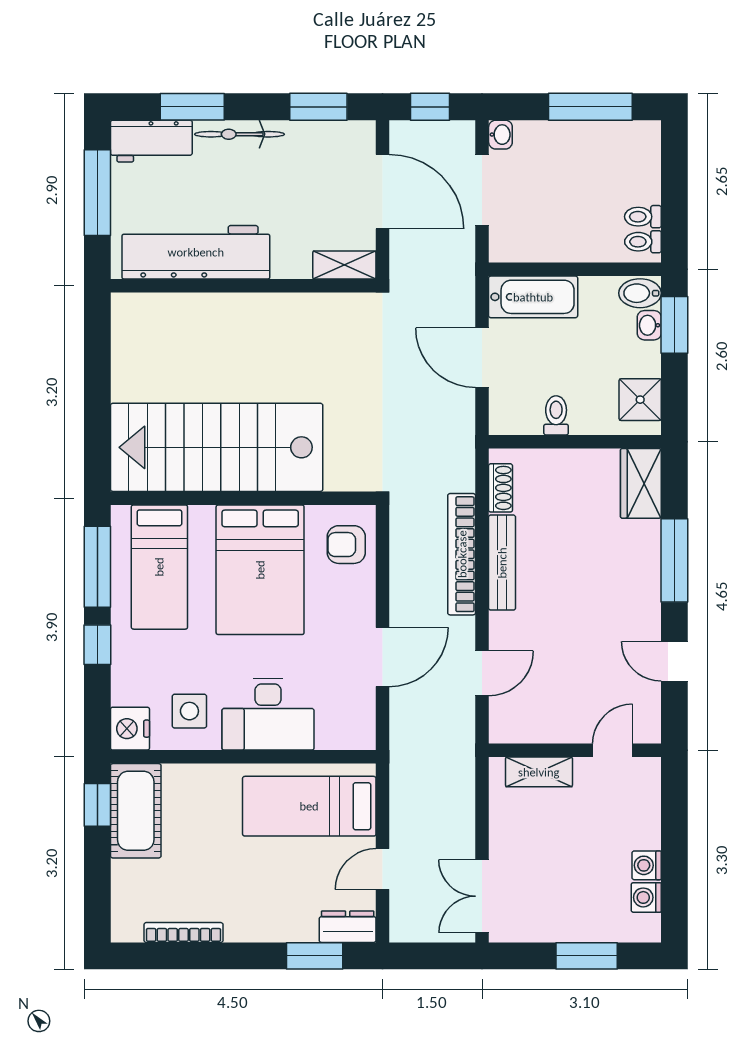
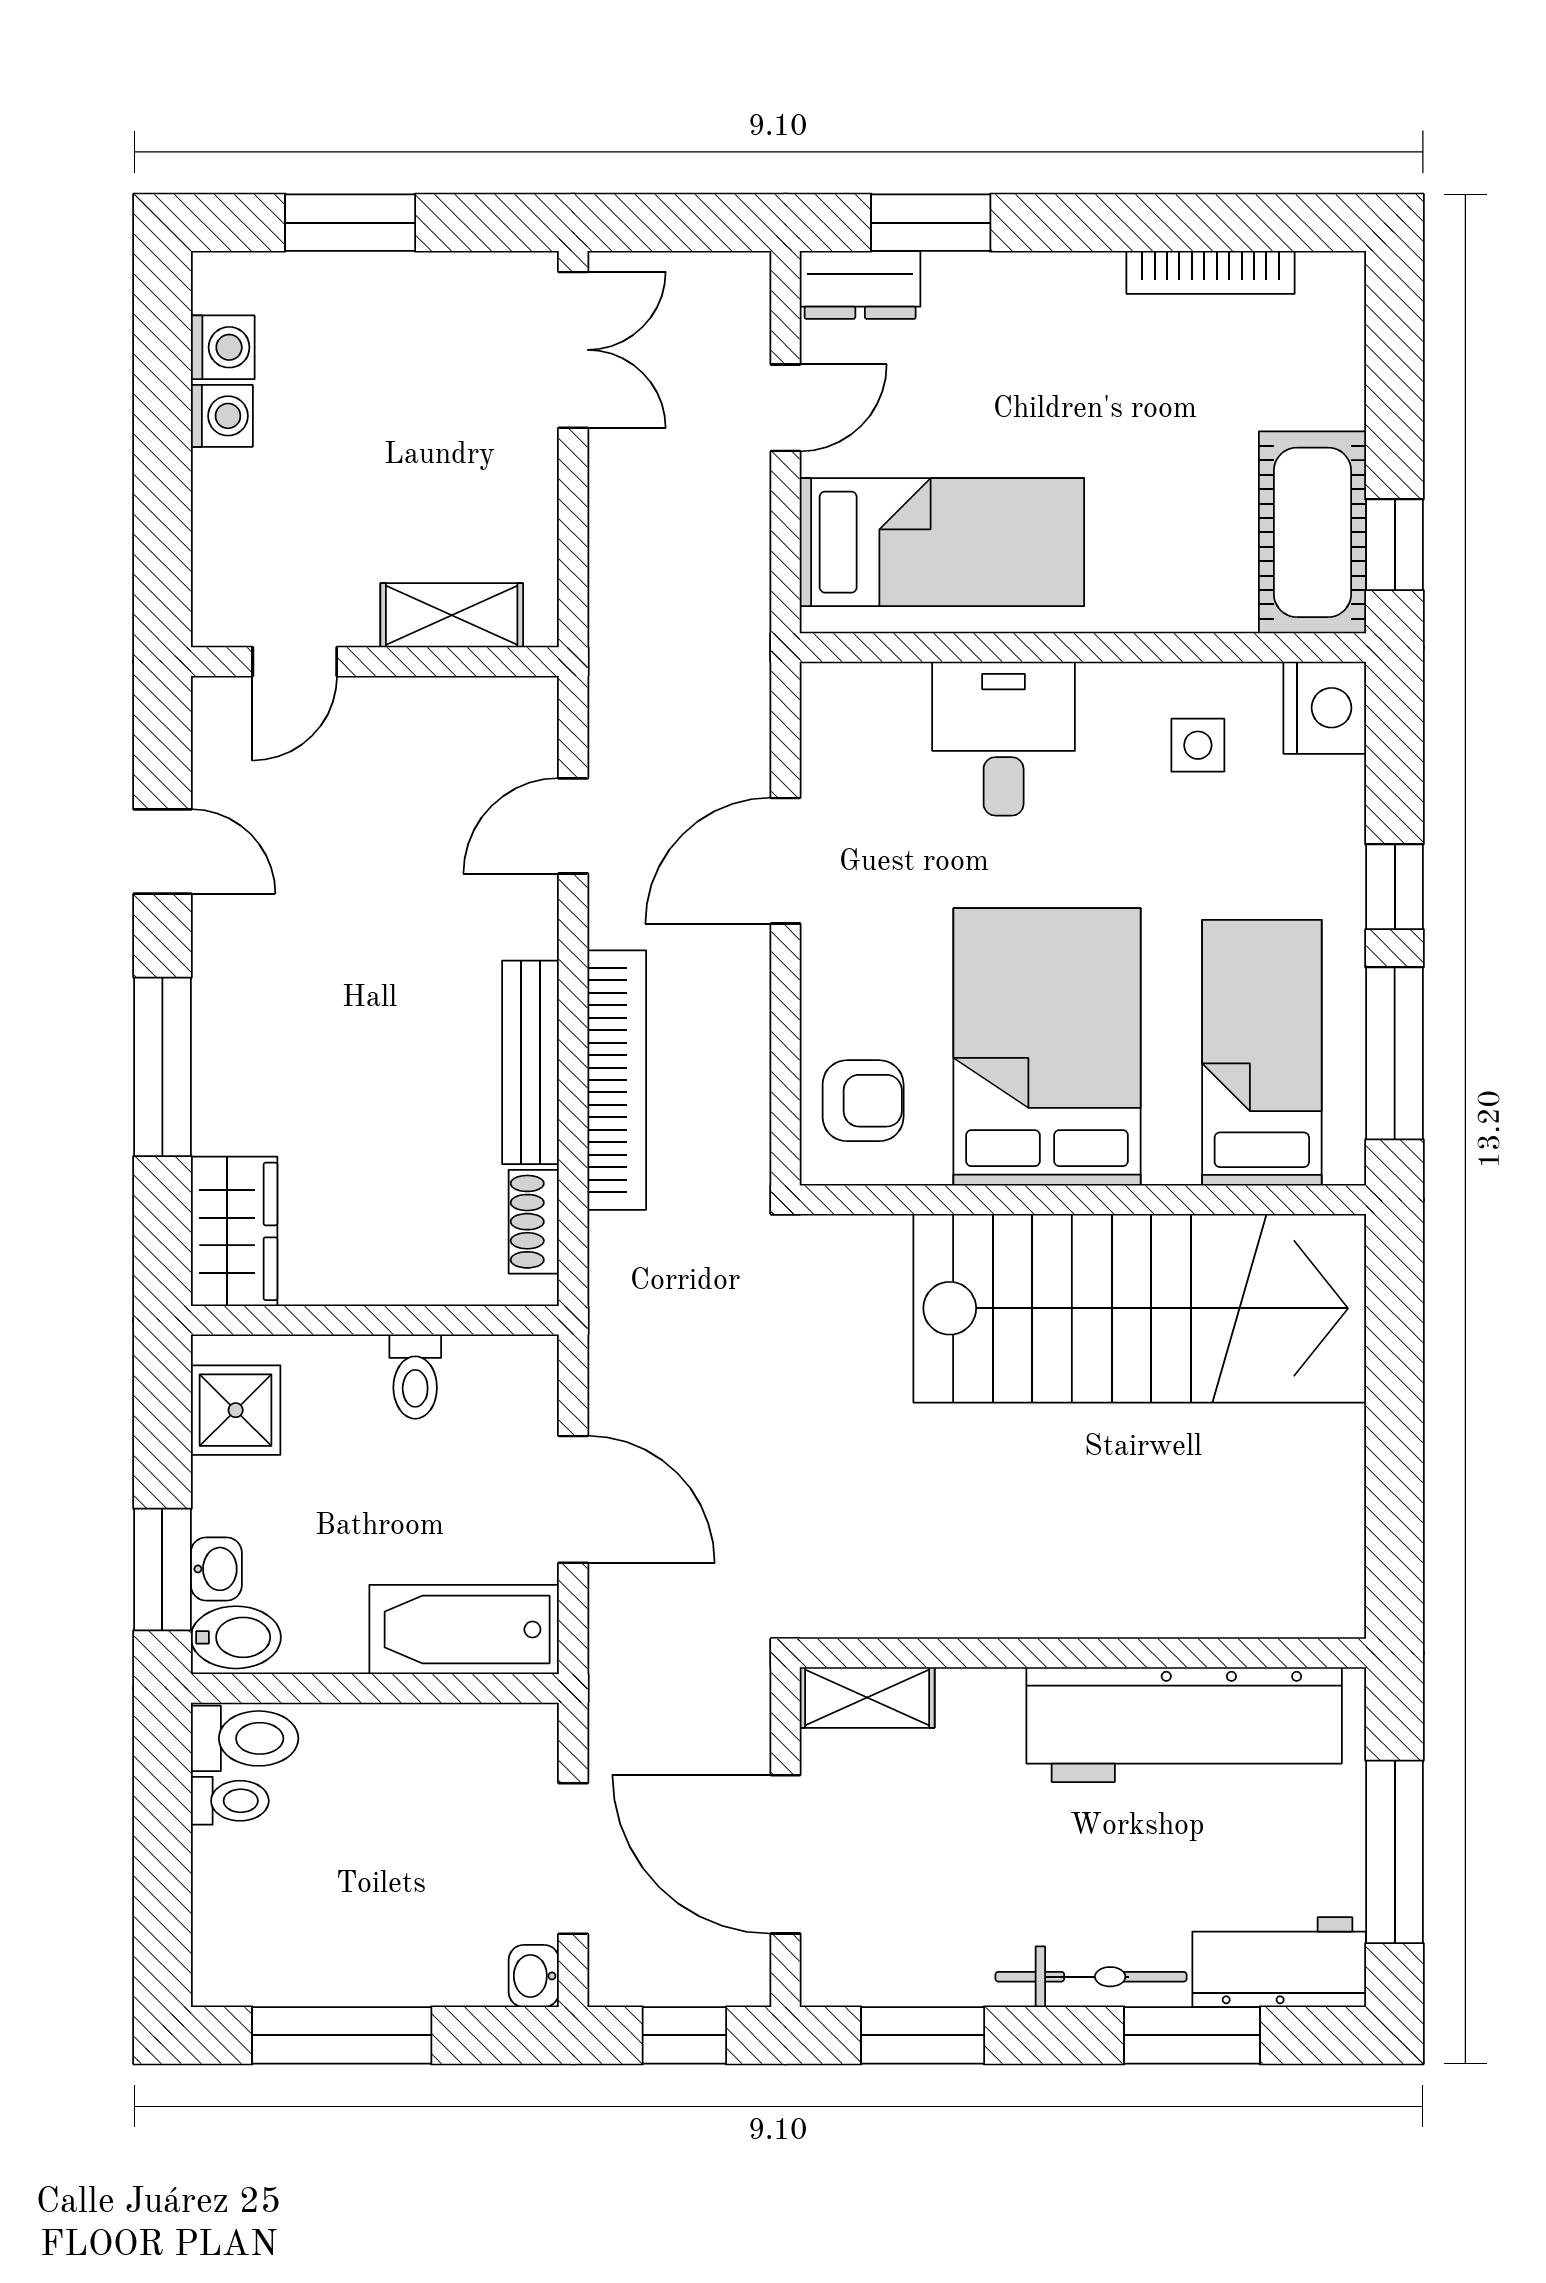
toilet: (643, 242) -> (245, 1738), width x1.37, depth x1.39
side table: (189, 711) -> (1198, 745), width x0.73, depth x0.73
desk: (268, 714) -> (1004, 739), width x0.73

